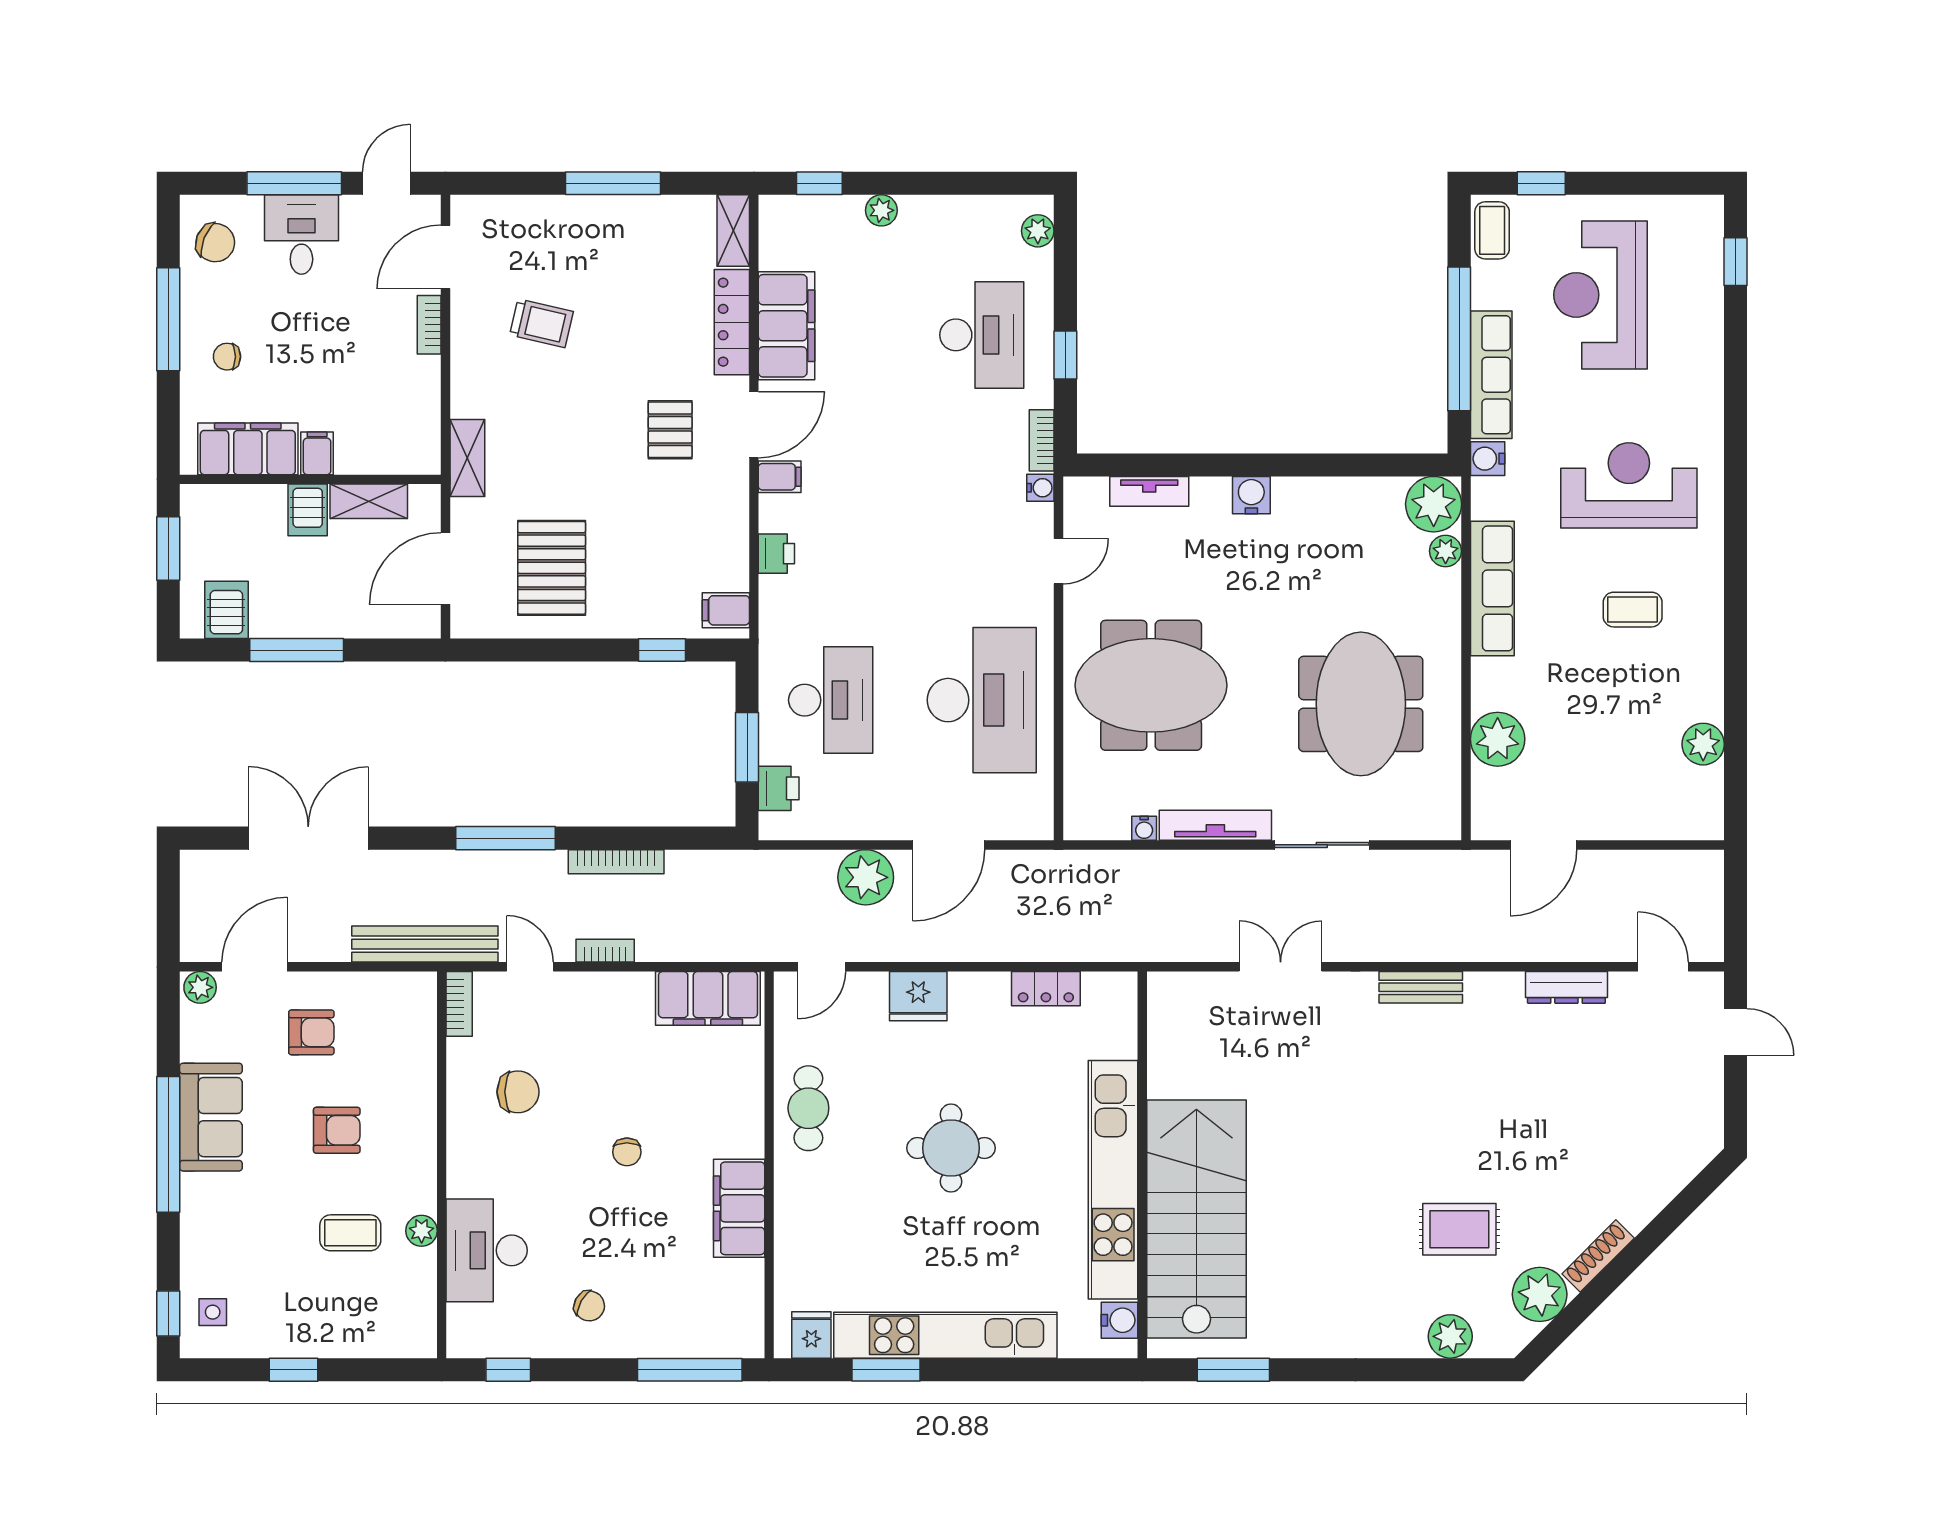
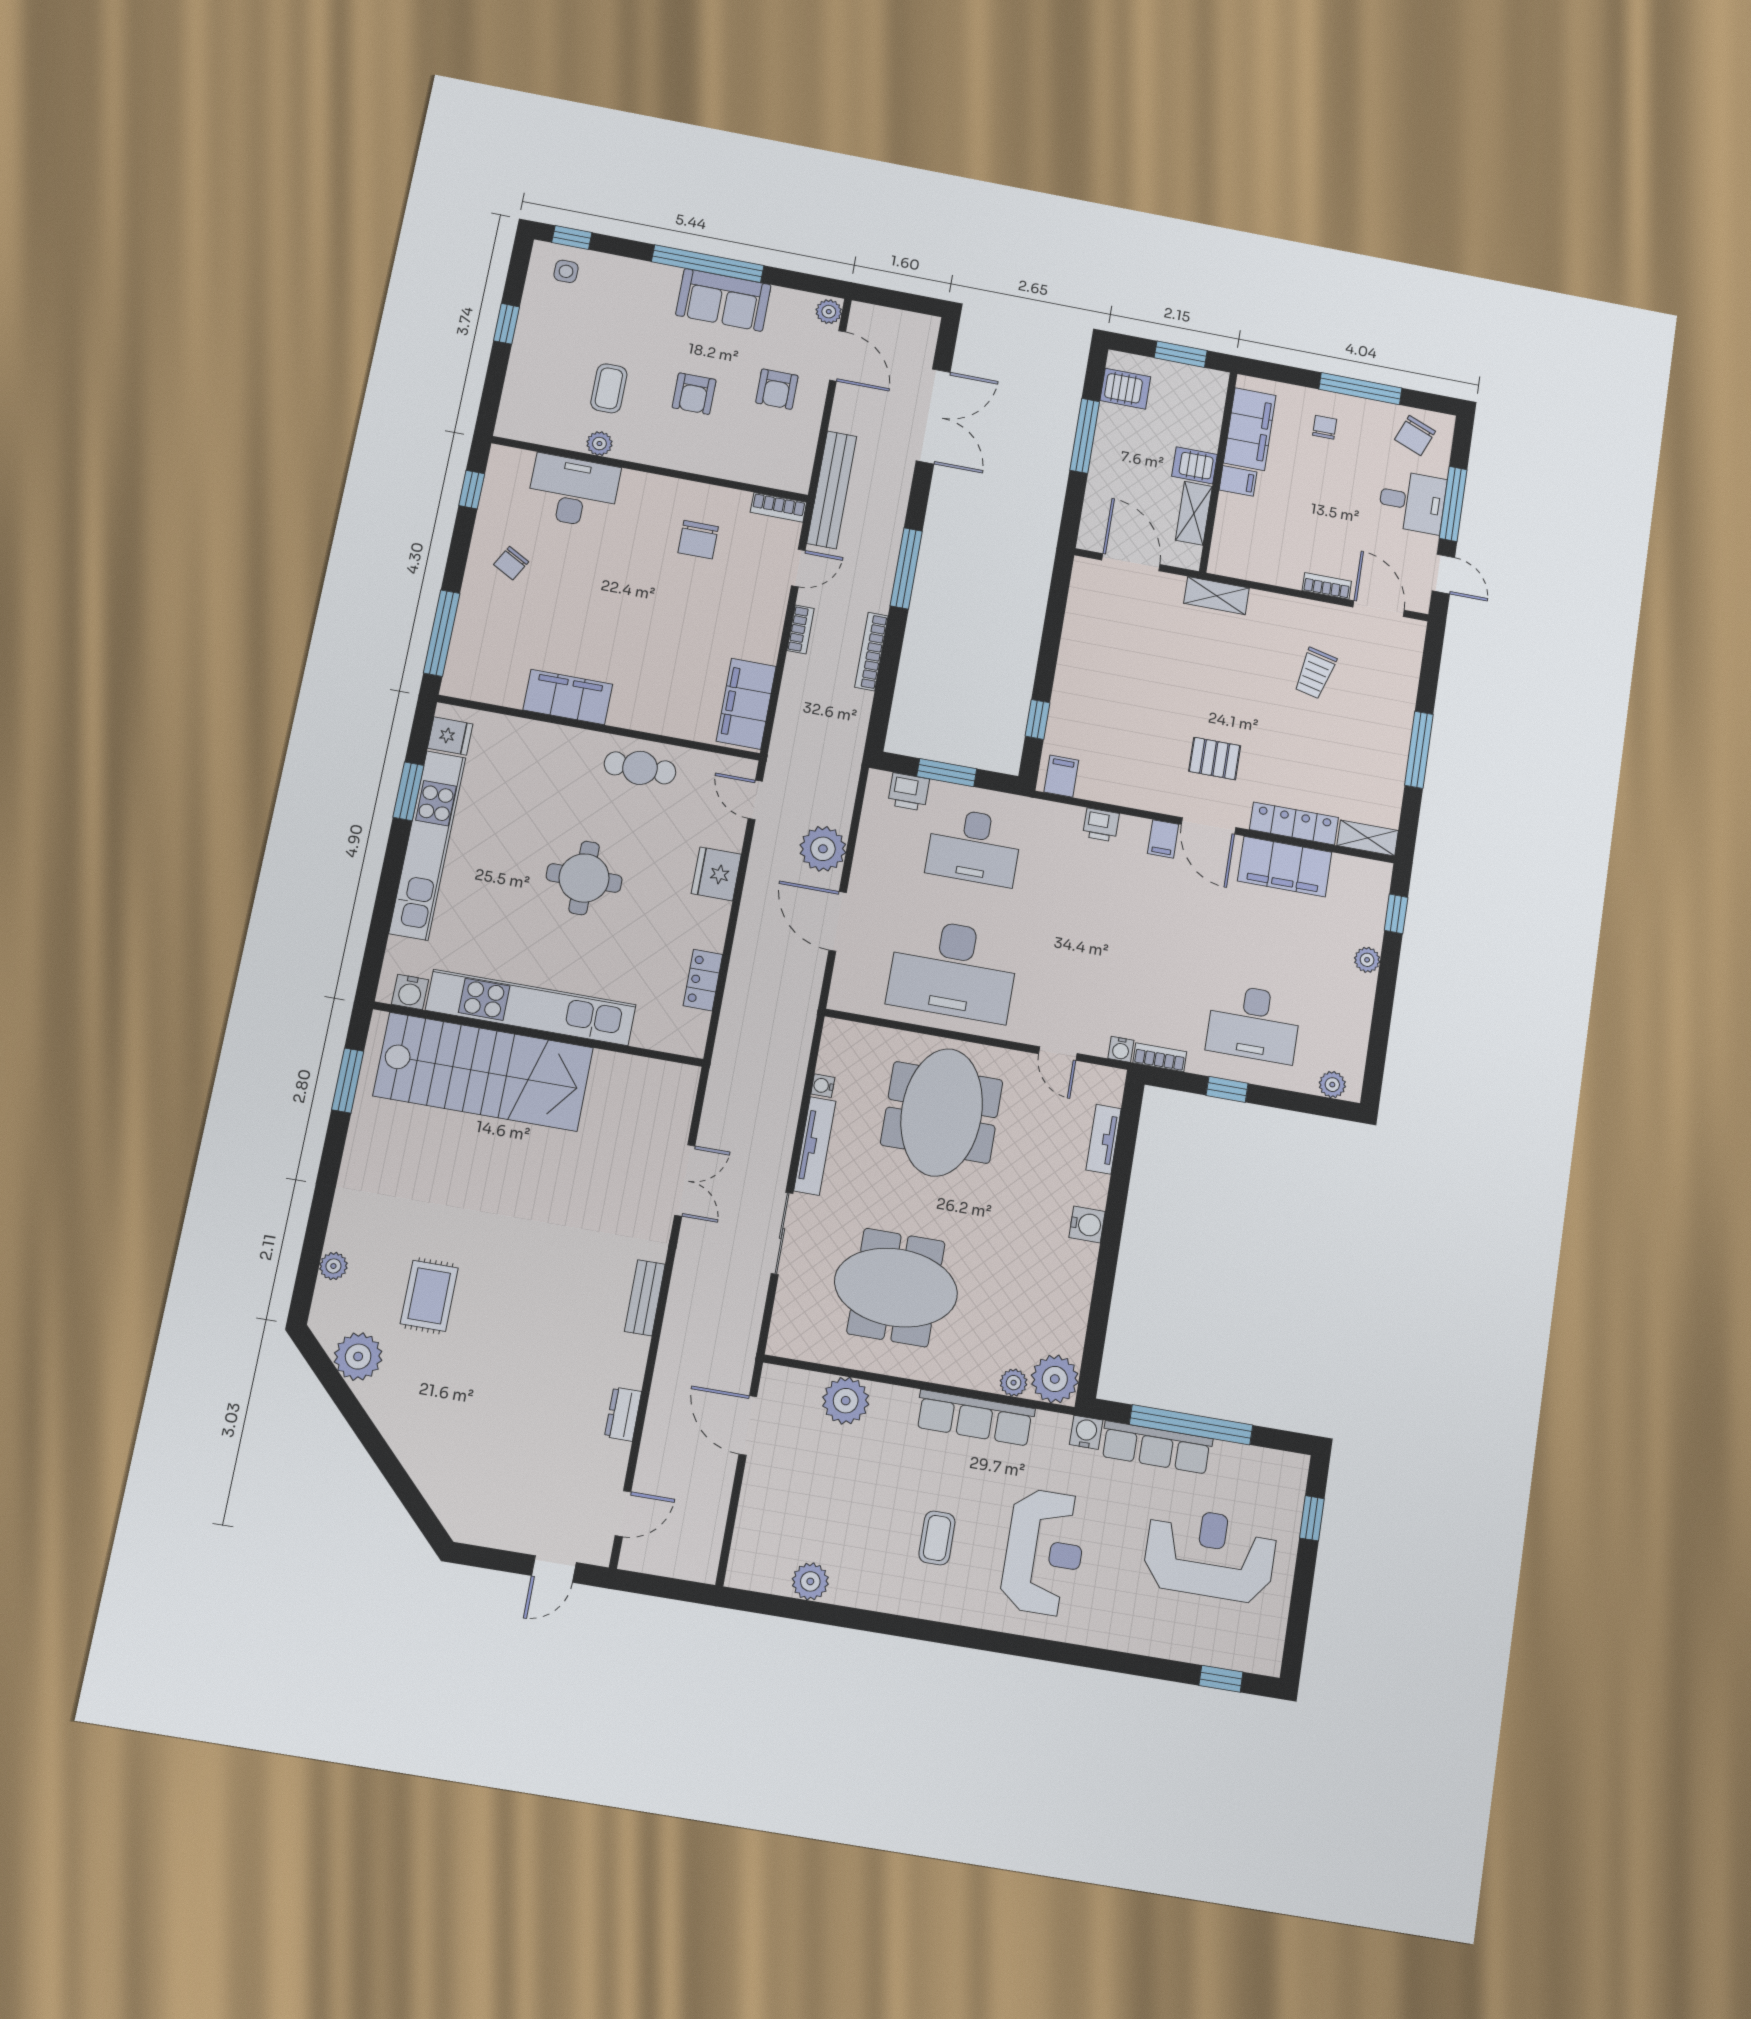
coffee table: (1492, 230) -> (1278, 1469), removed
pallet: (552, 568) -> (1118, 645), removed
dresser: (1566, 987) -> (623, 1414), width x0.70
chair: (627, 1152) -> (632, 616), removed
shoe rack: (1598, 1256) -> (381, 1414), removed
plant: (1450, 1336) -> (333, 1266), width x0.73, depth x0.73

